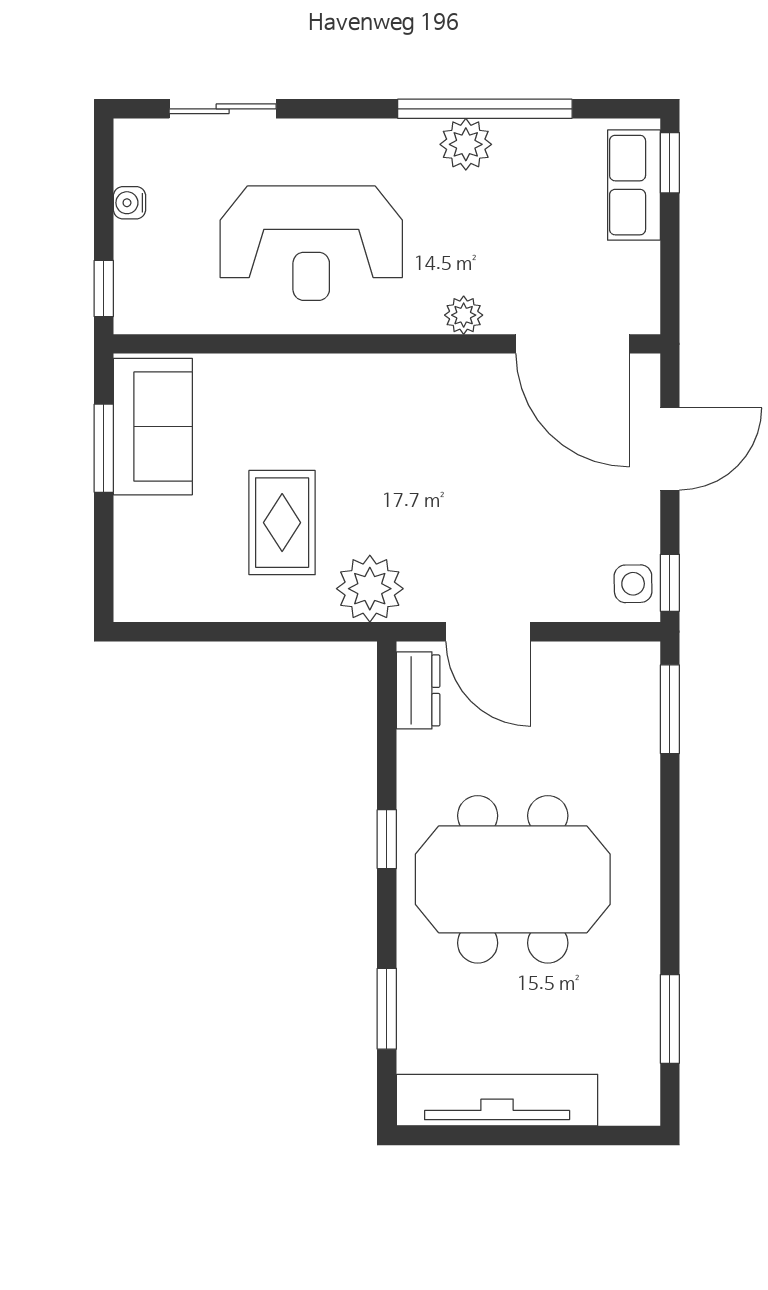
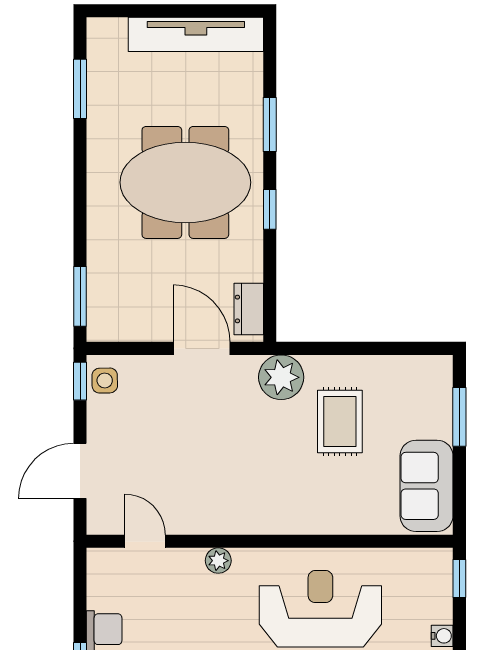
door: (573, 344) -> (145, 541), width x0.53
window: (104, 448) -> (459, 417), moved
window: (387, 1009) -> (270, 124), moved

